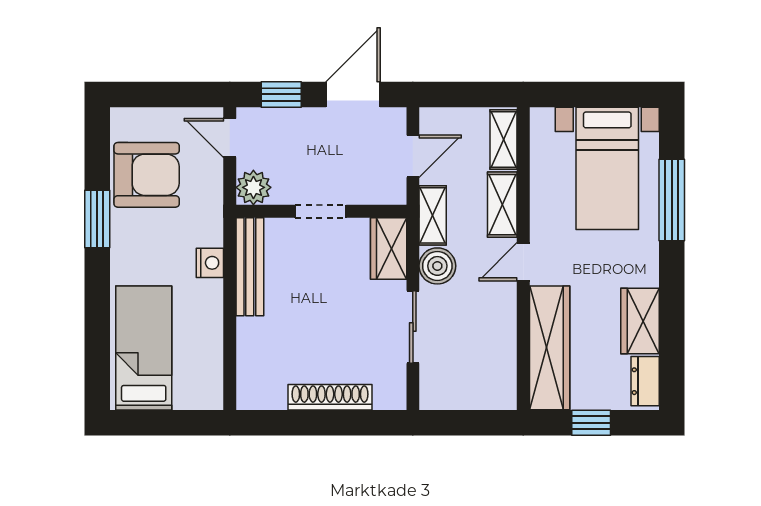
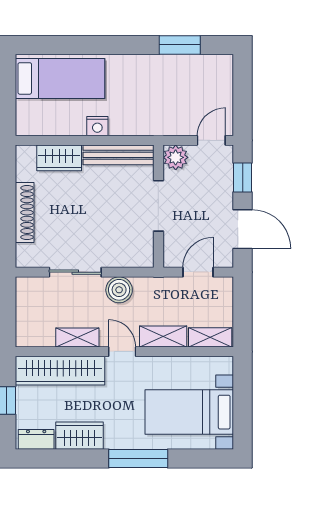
door: (413, 156) -> (198, 272), swing flipped
armchair: (147, 175) -> (185, 81), removed
window: (672, 200) -> (138, 458), moved
doorway: (321, 211) -> (158, 206), width x1.38
shelving: (433, 215) -> (77, 337), moved
window: (97, 219) -> (180, 45), moved
wardrobe: (389, 248) -> (59, 158), moved, turned 180
nightstand: (210, 263) -> (97, 126), moved

